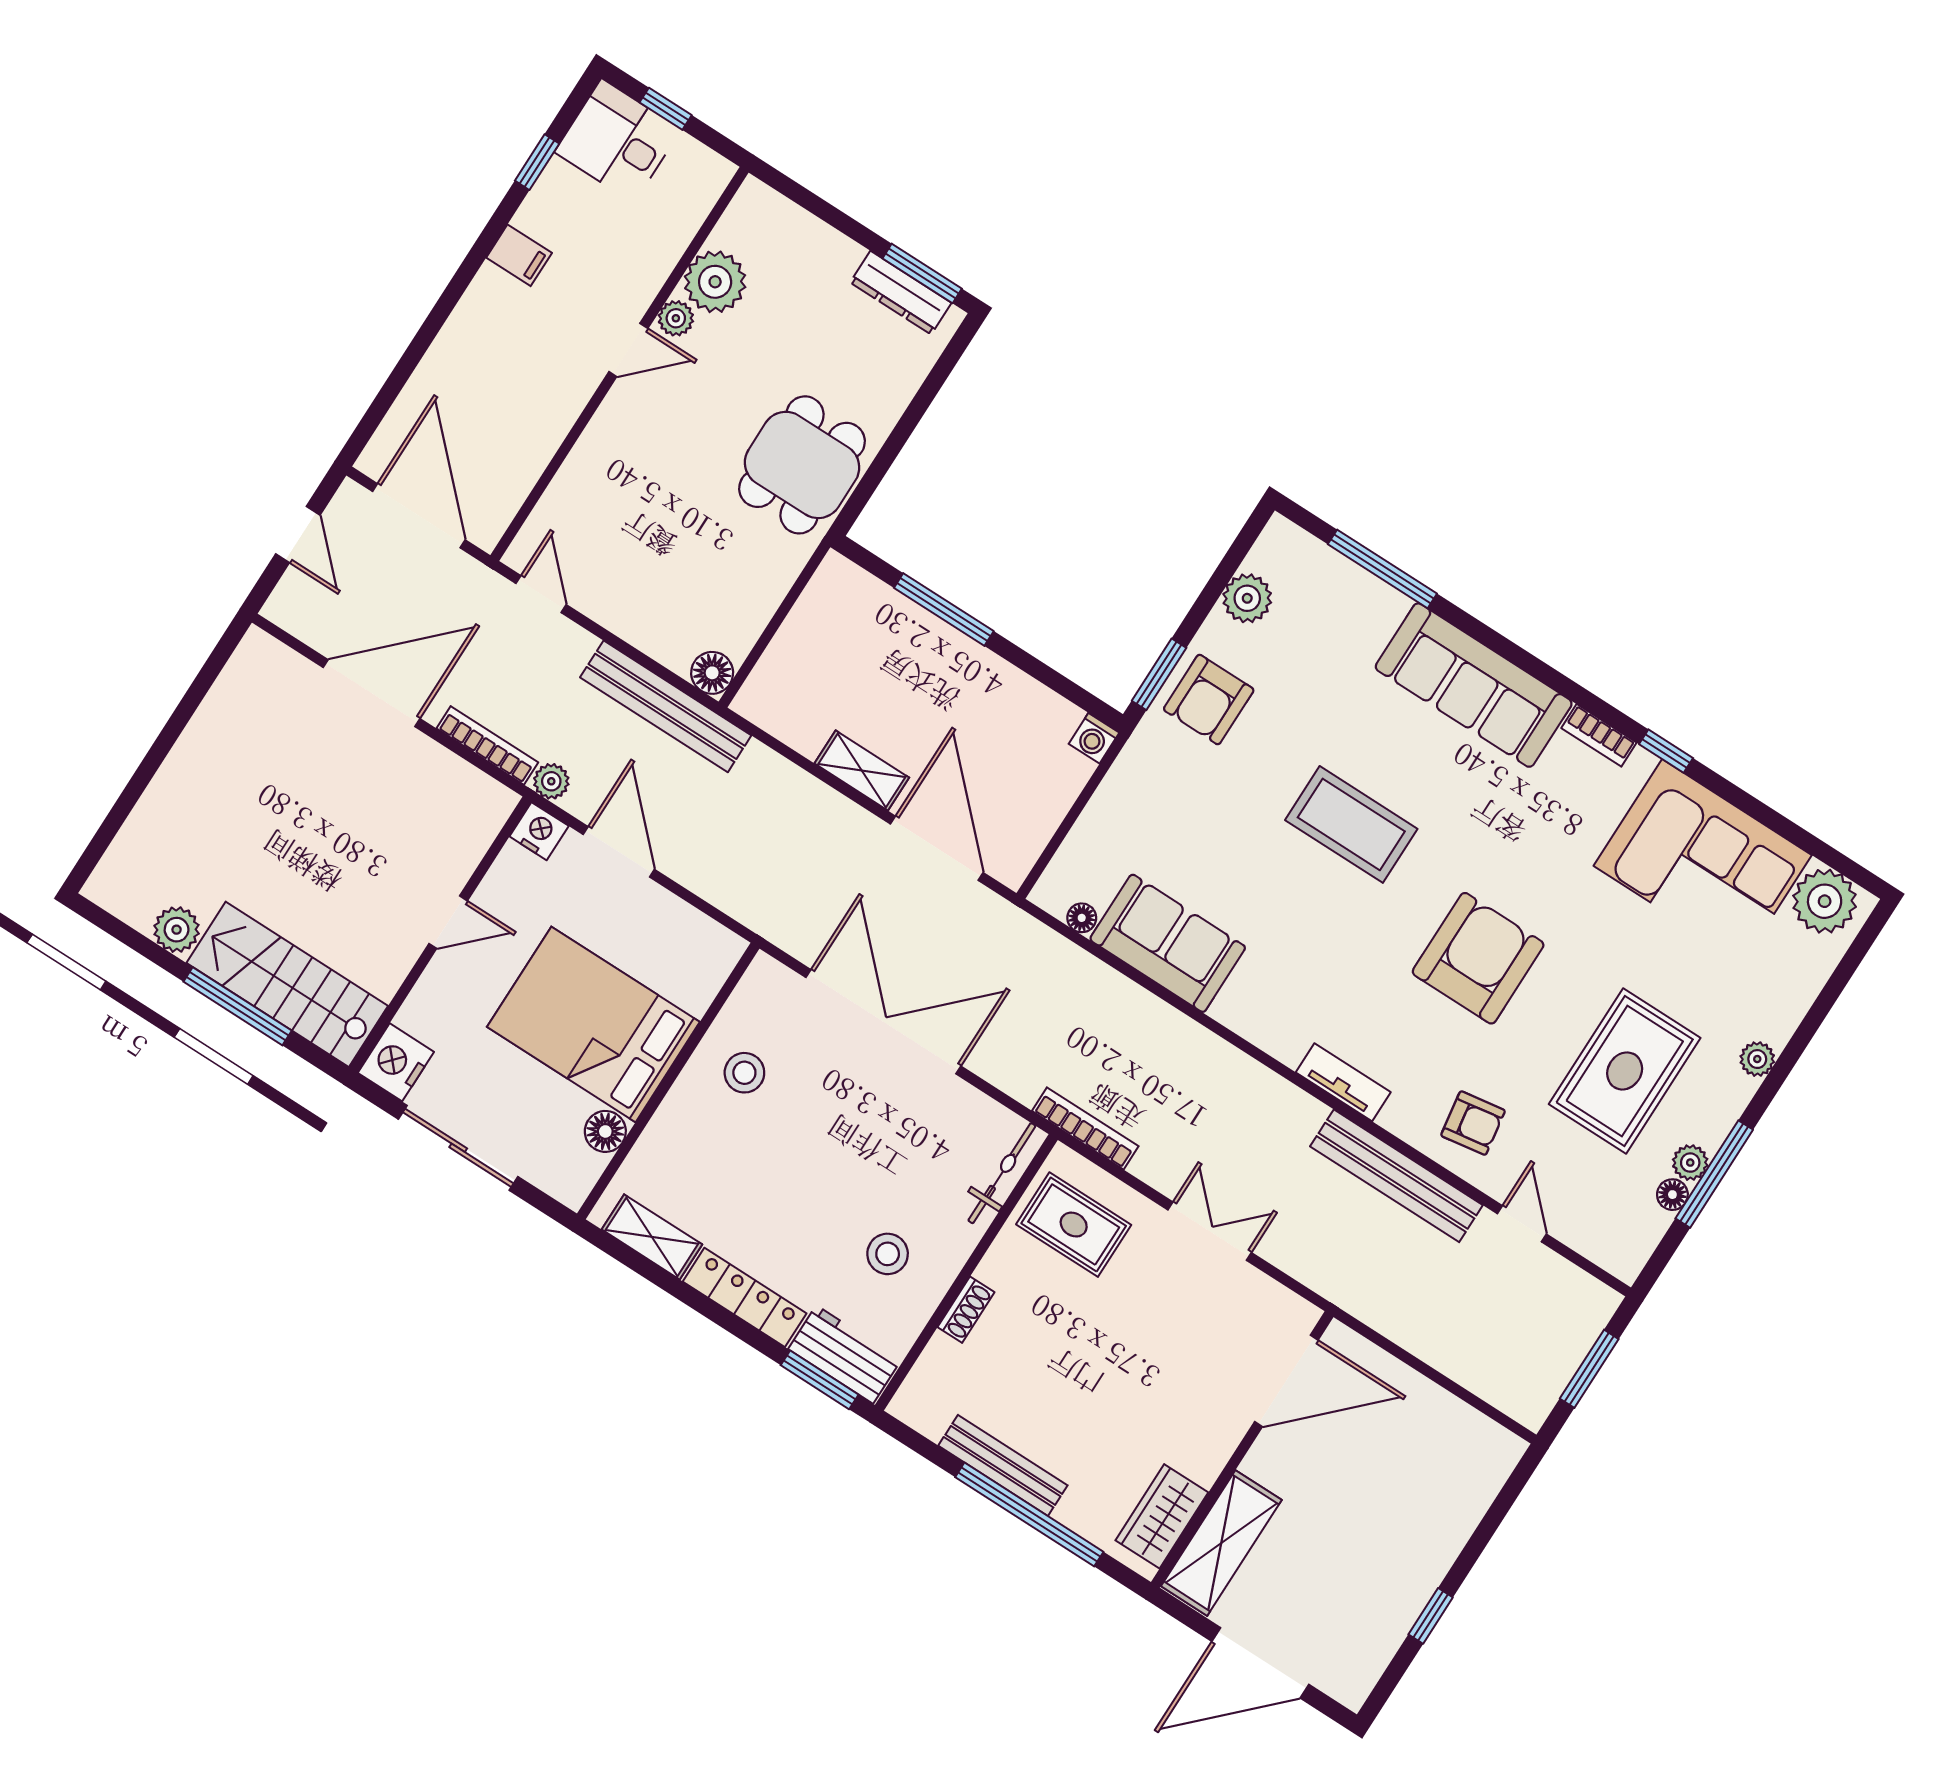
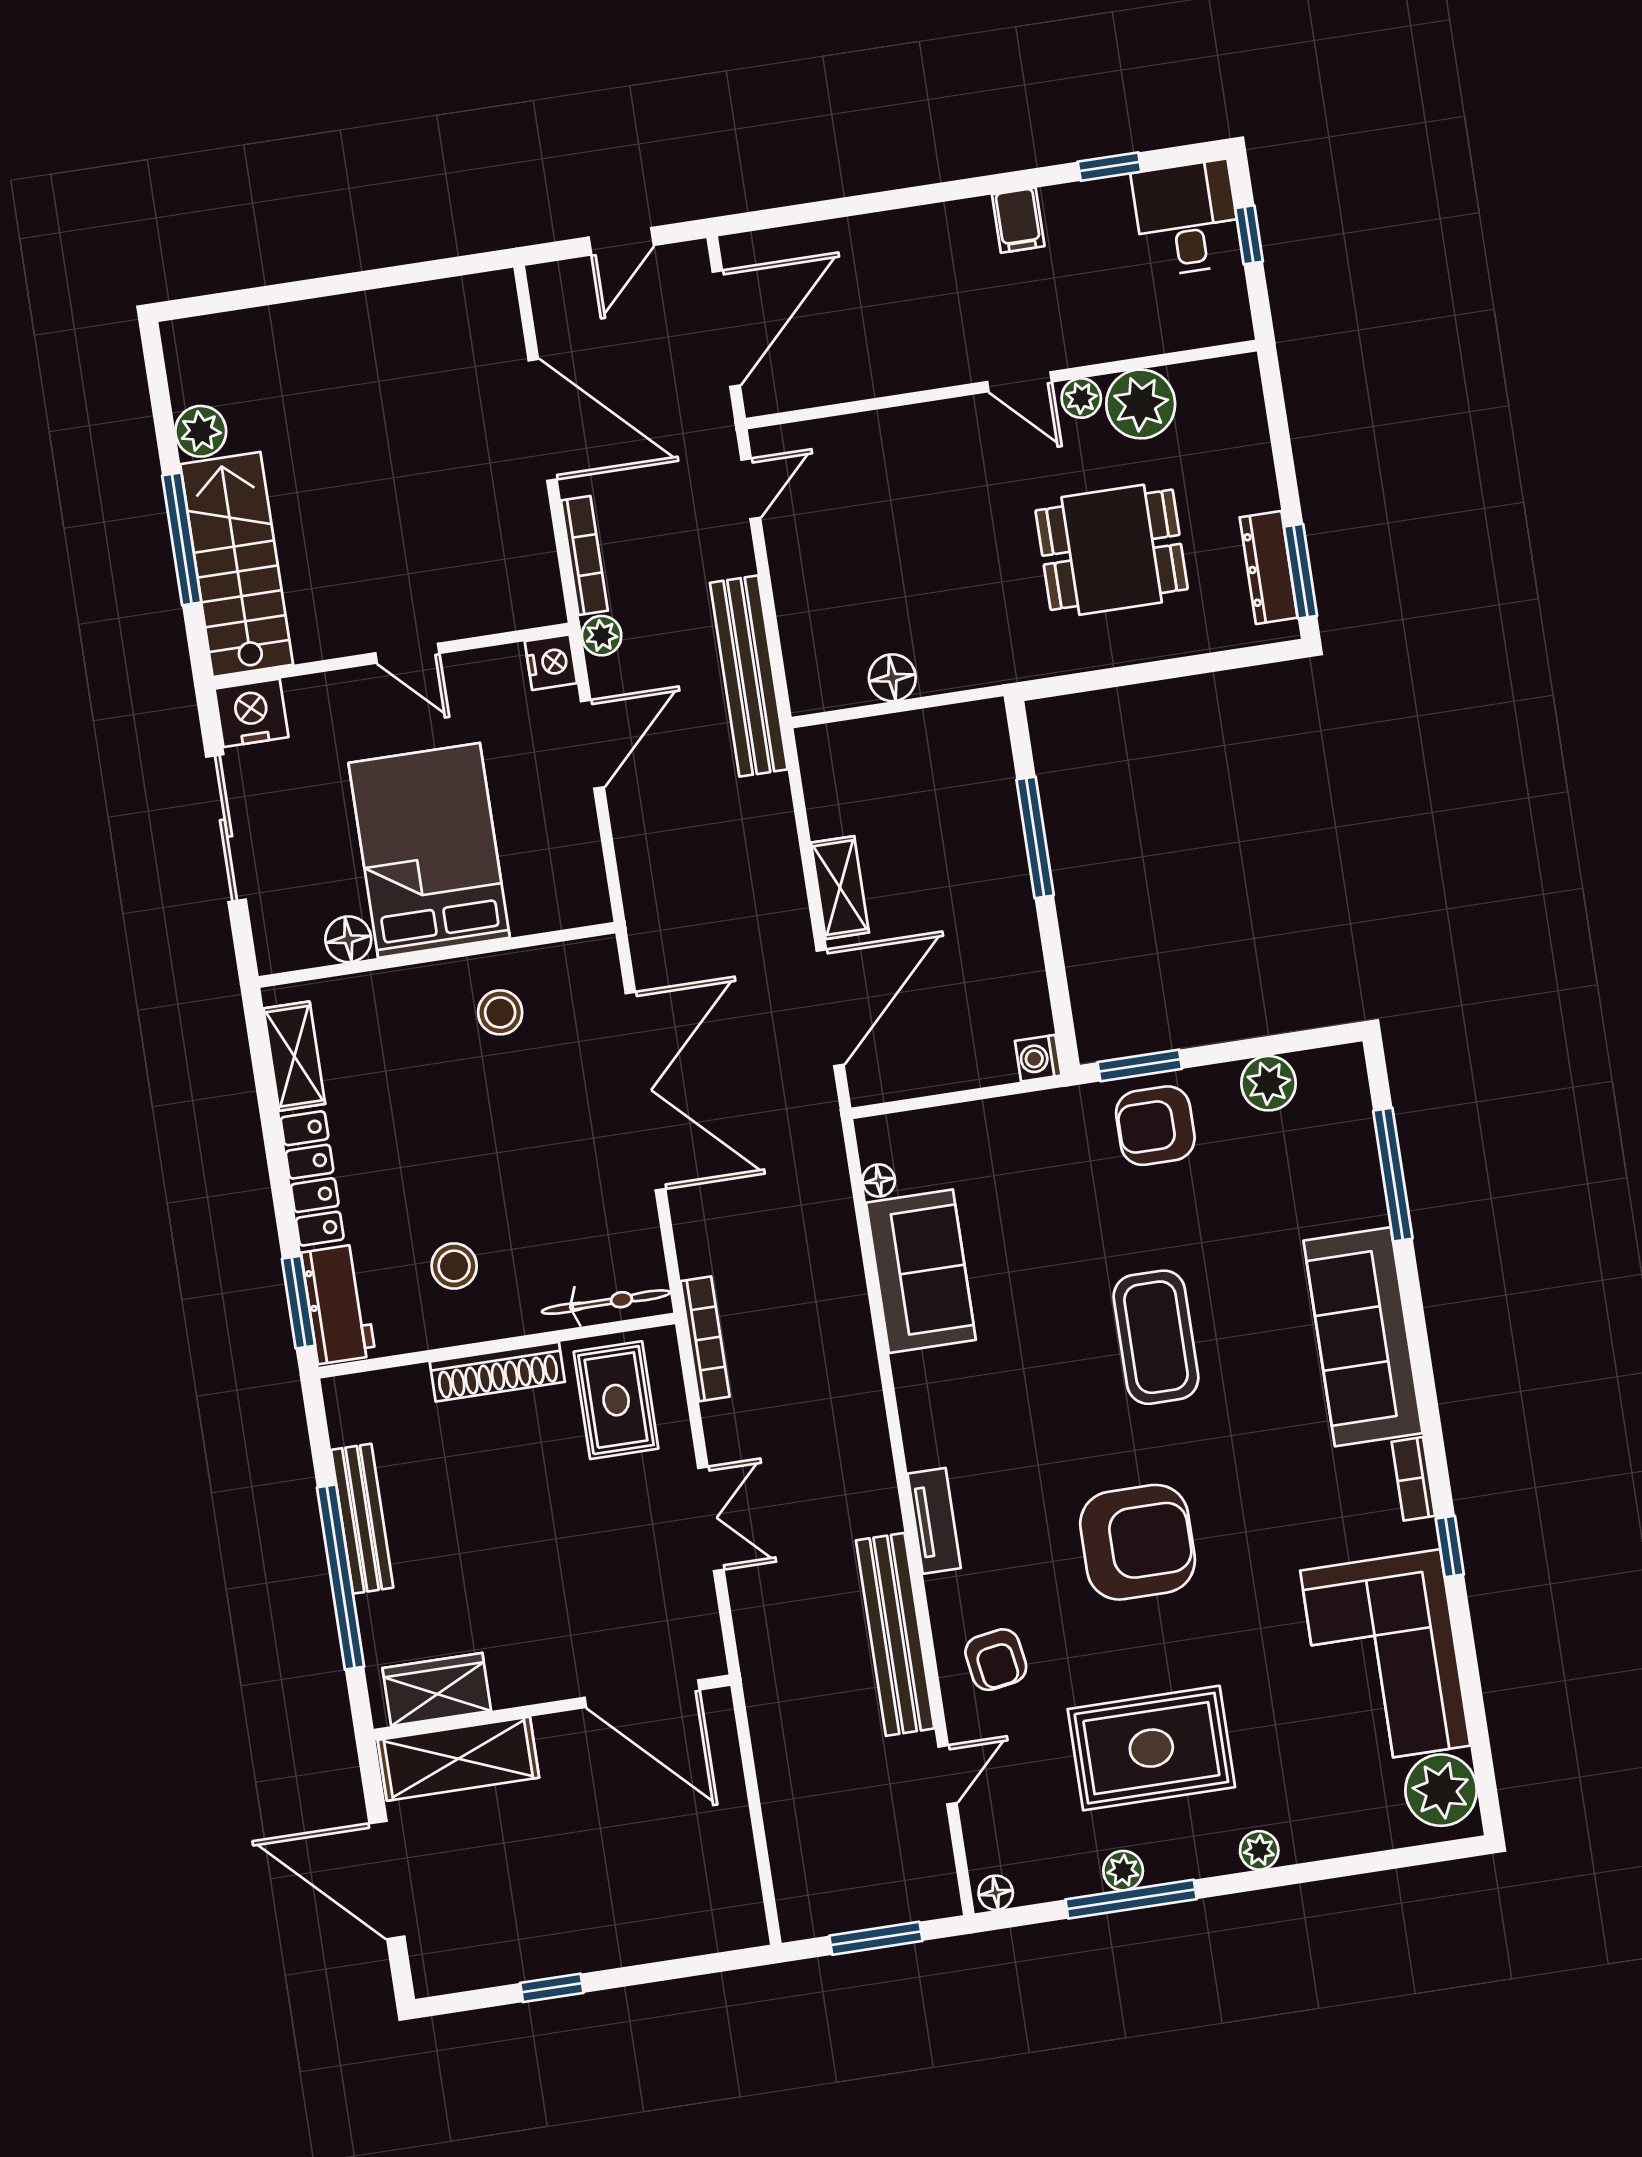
dining table: (802, 465) -> (1112, 550), moved
floor lamp: (712, 673) -> (892, 678), moved
floor lamp: (1672, 1195) -> (996, 1893), moved
shoe rack: (966, 1310) -> (497, 1372), width x1.94, depth x1.24

